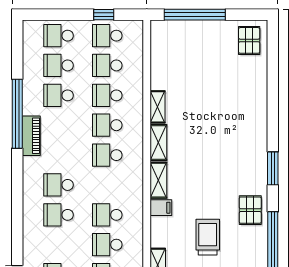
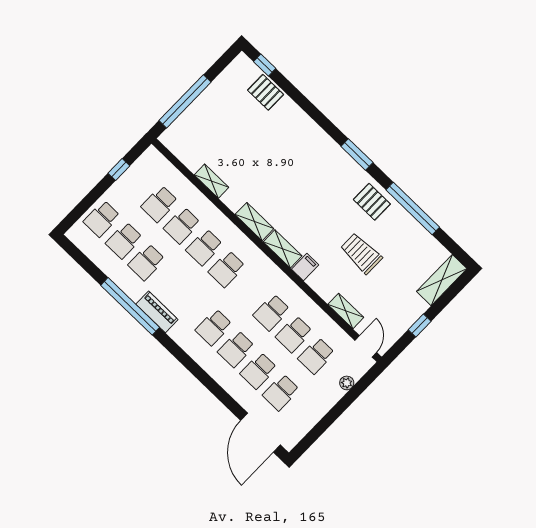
school desk: (107, 36) -> (258, 371), moved
pallet: (249, 40) -> (266, 92), moved
window: (273, 45) -> (265, 65), added
shelving: (158, 107) -> (211, 181), moved

